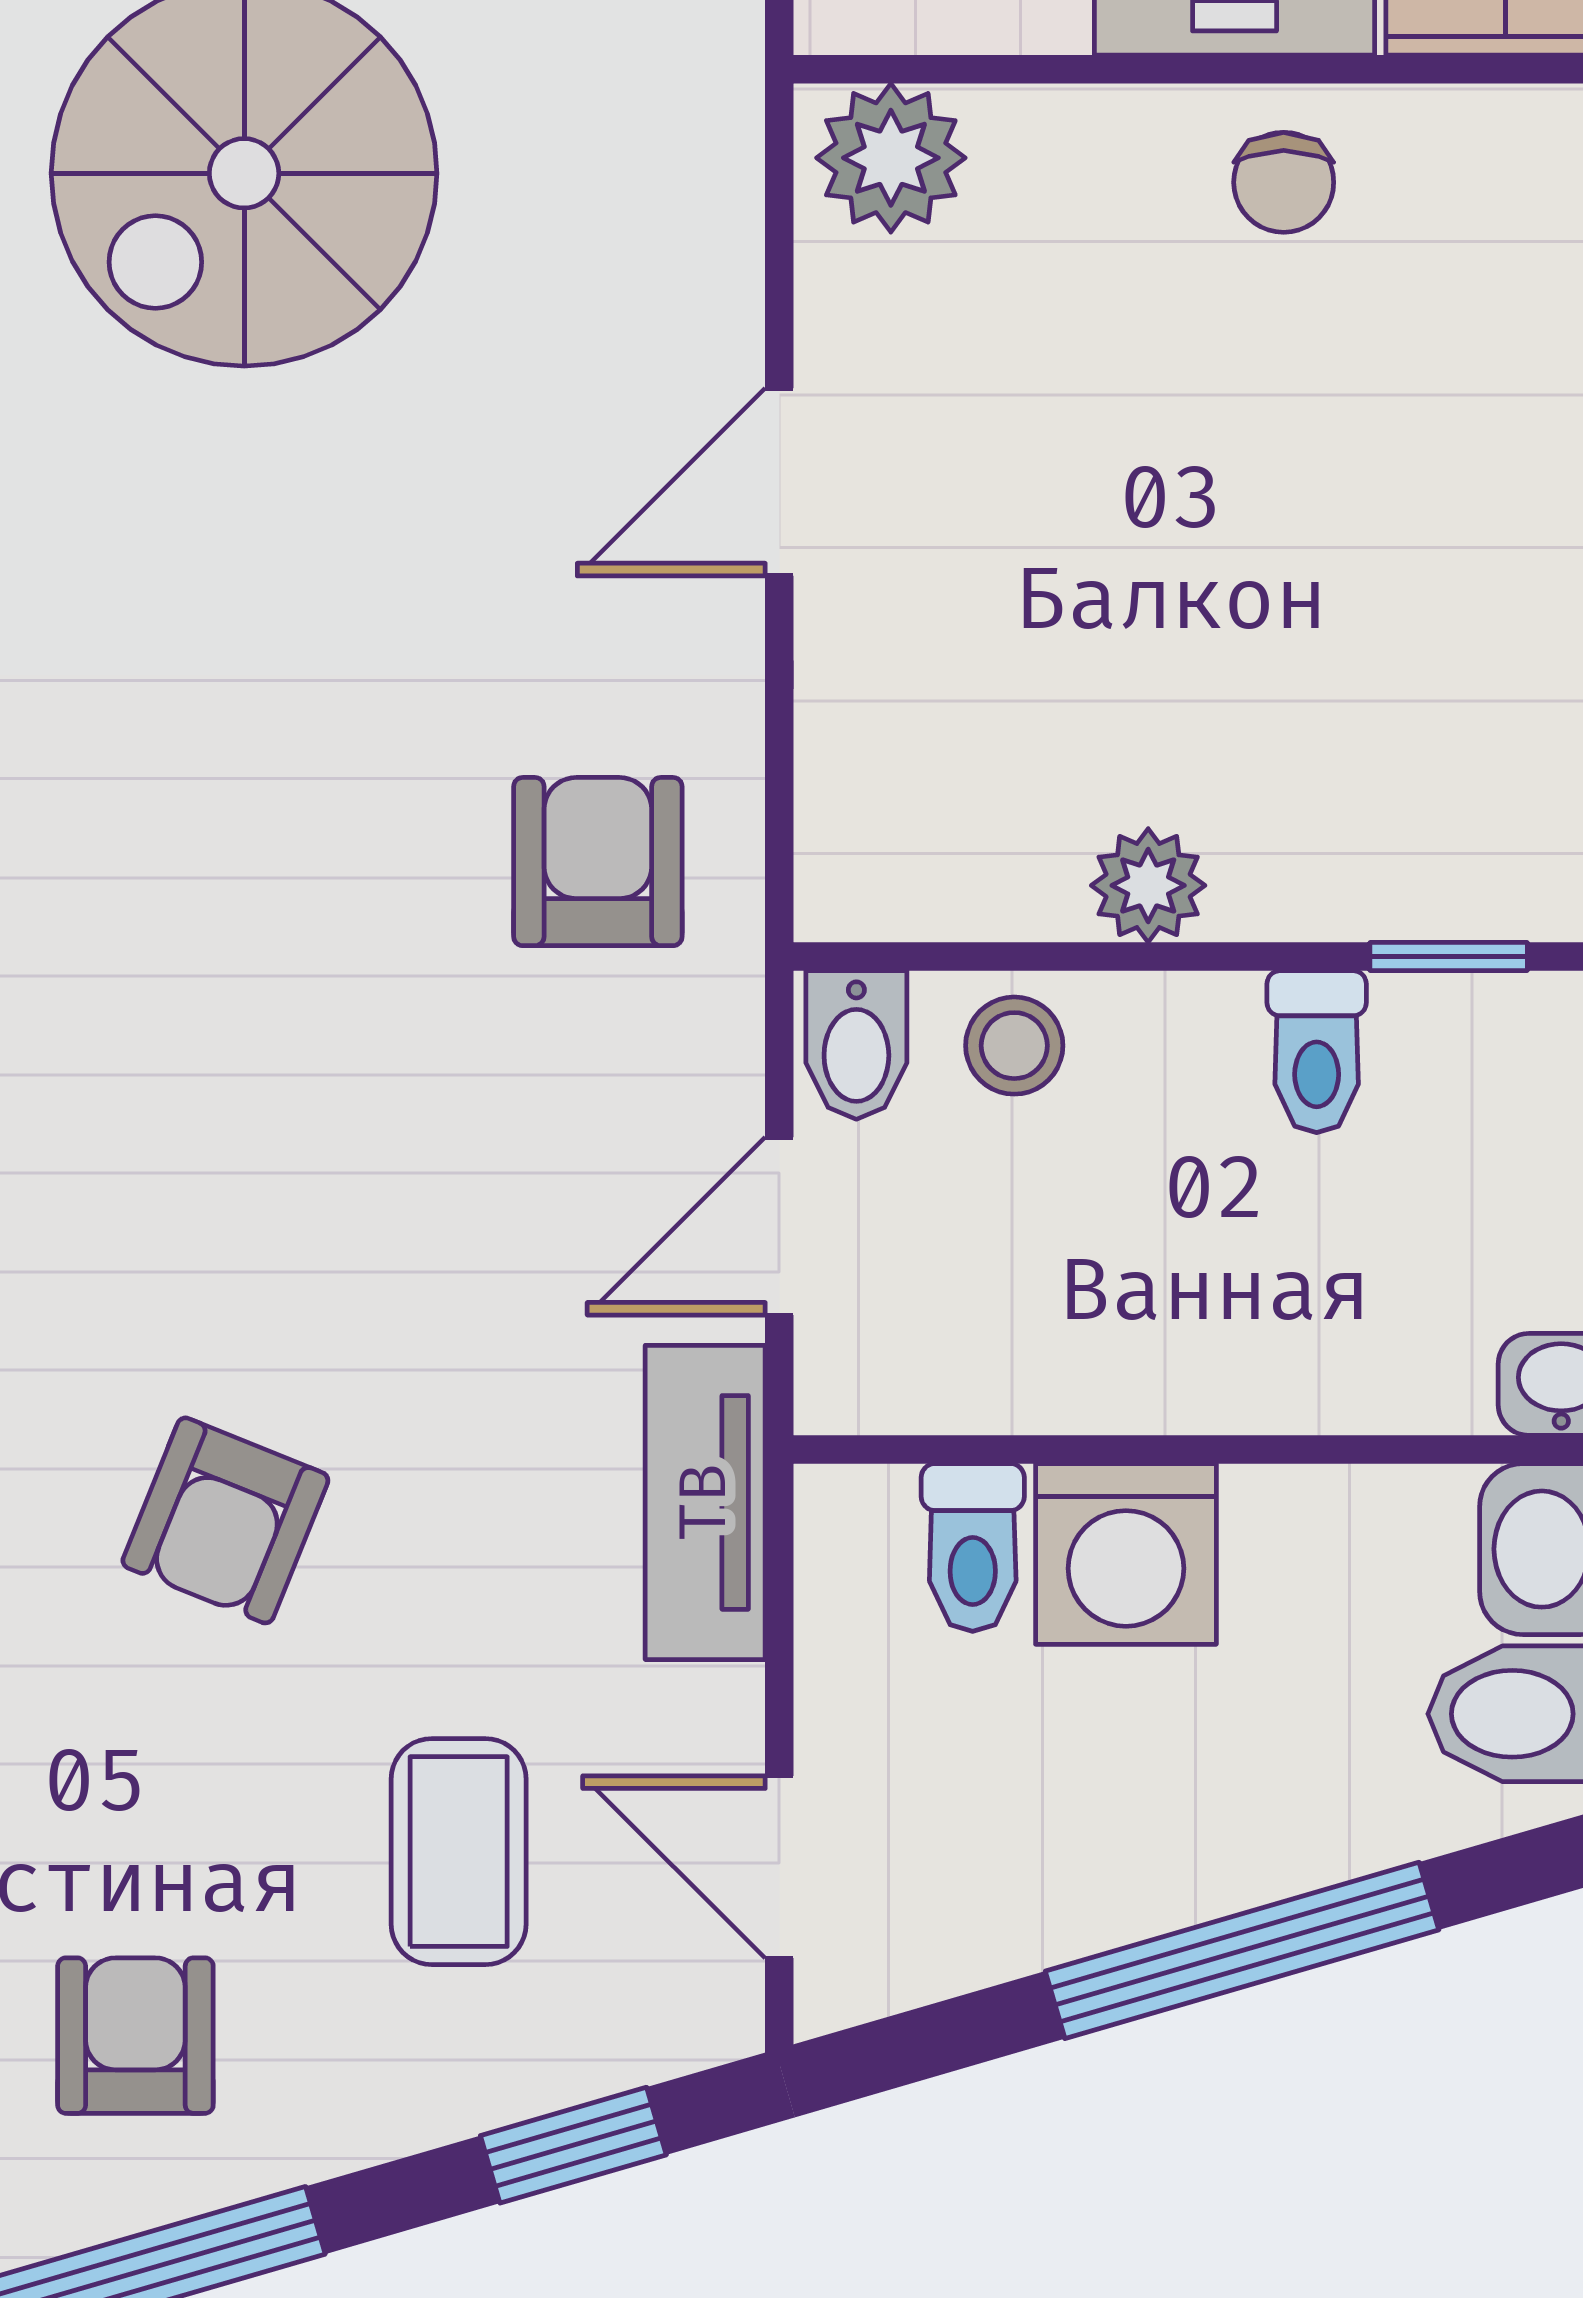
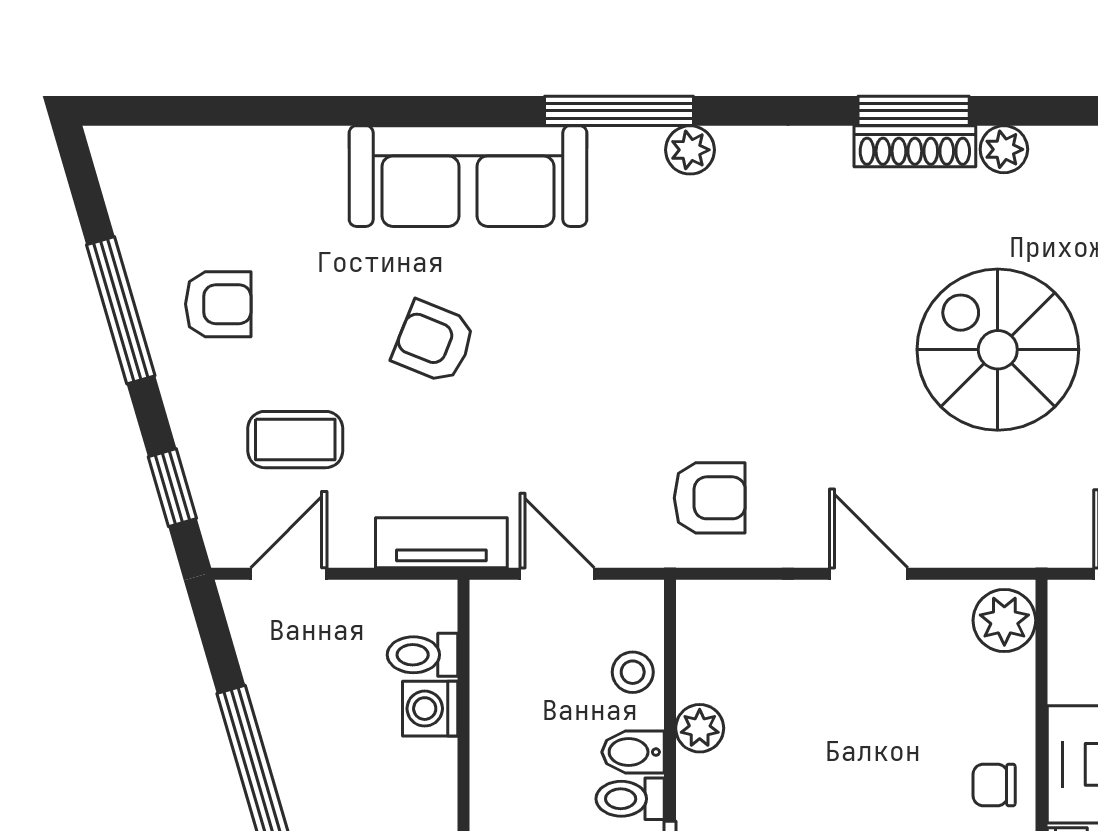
bidet: (856, 1045) -> (633, 752), moved
washing machine: (1126, 1554) -> (430, 709), width x0.73, depth x0.73

